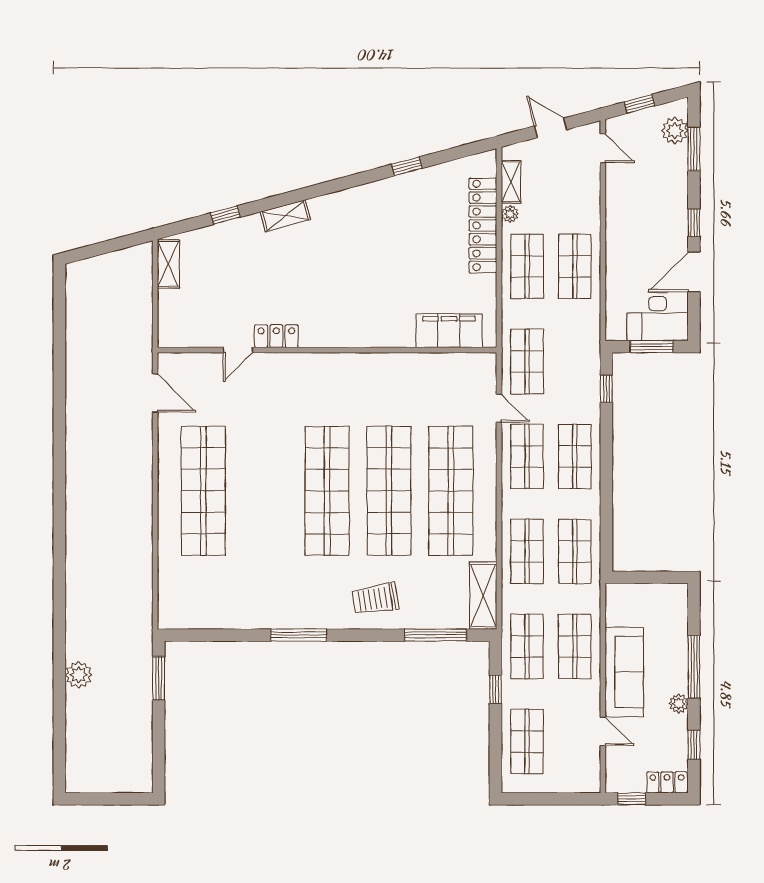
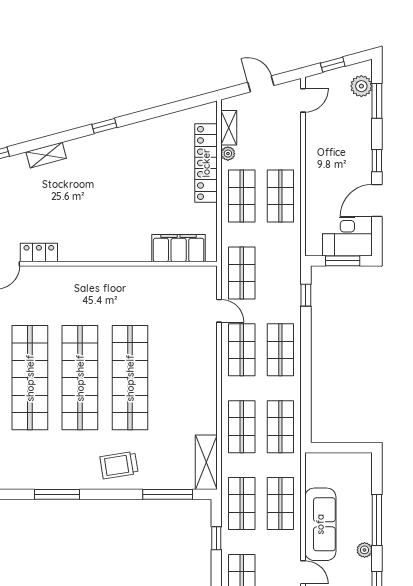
door: (603, 148) -> (303, 100), hinge flipped
window: (407, 166) -> (104, 126), moved
shop shelf: (451, 491) -> (30, 378), moved

